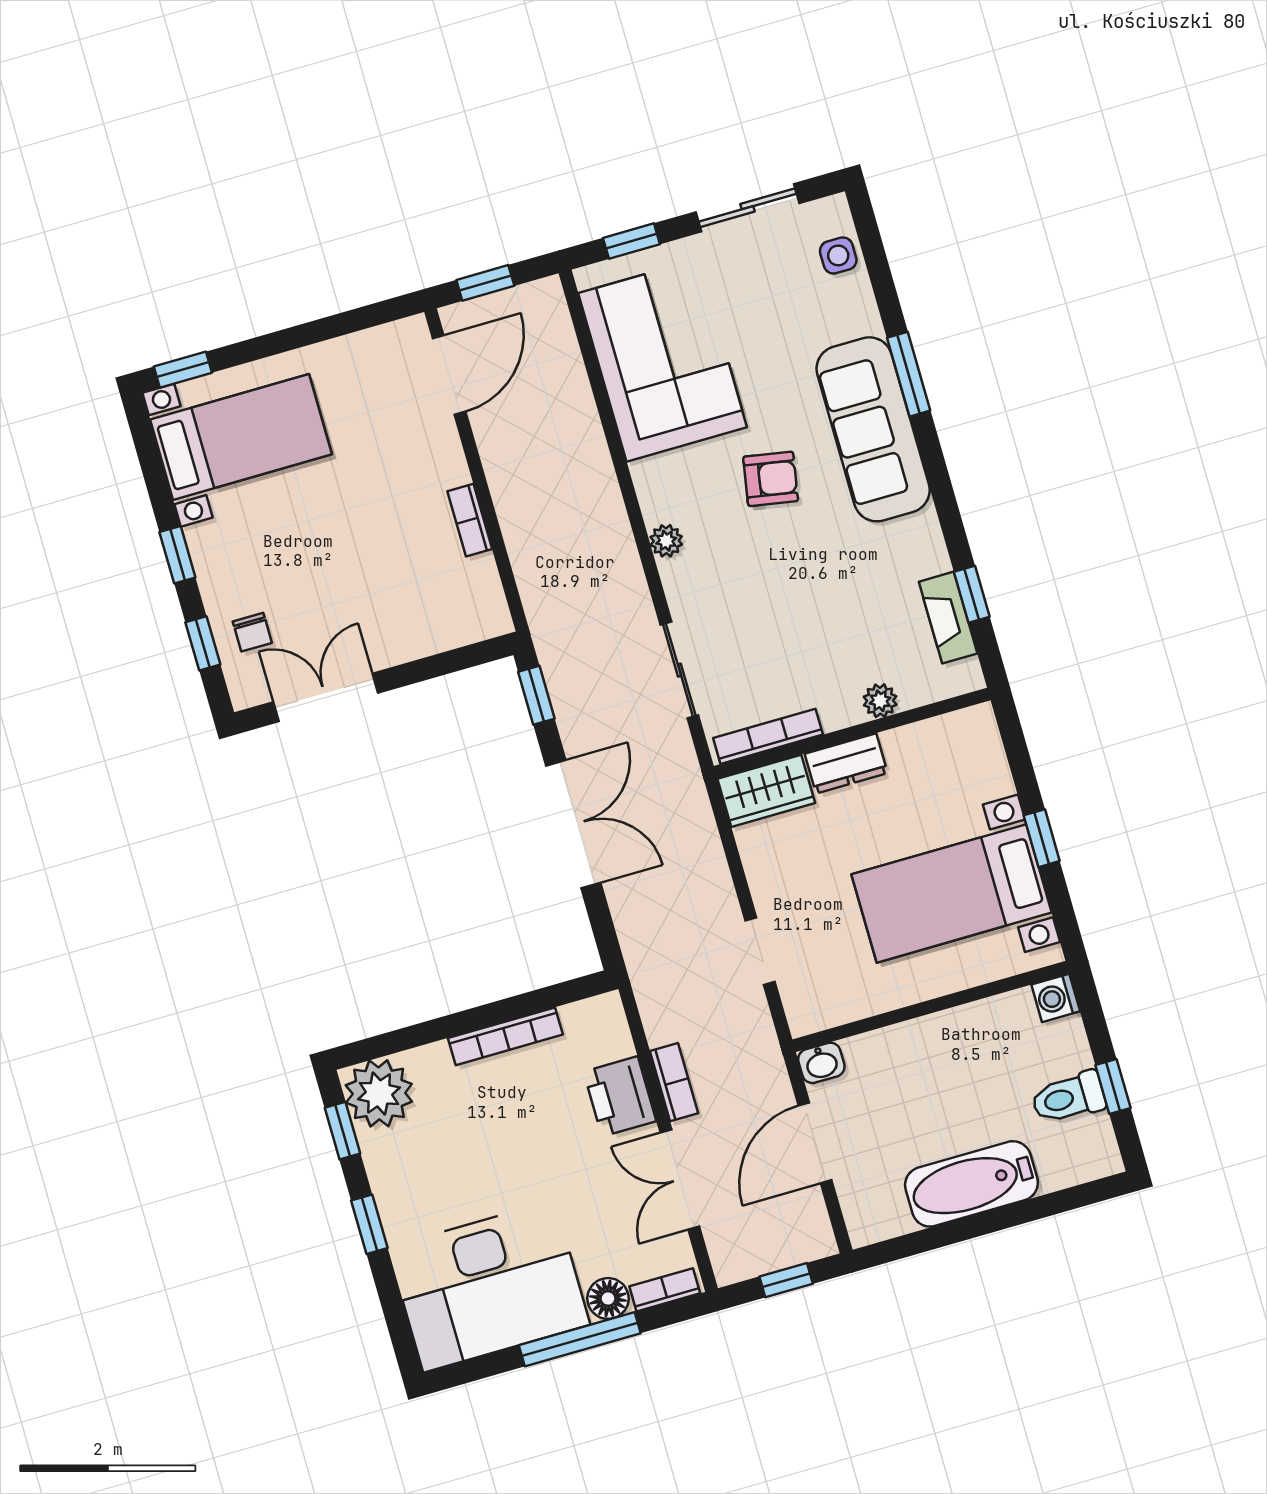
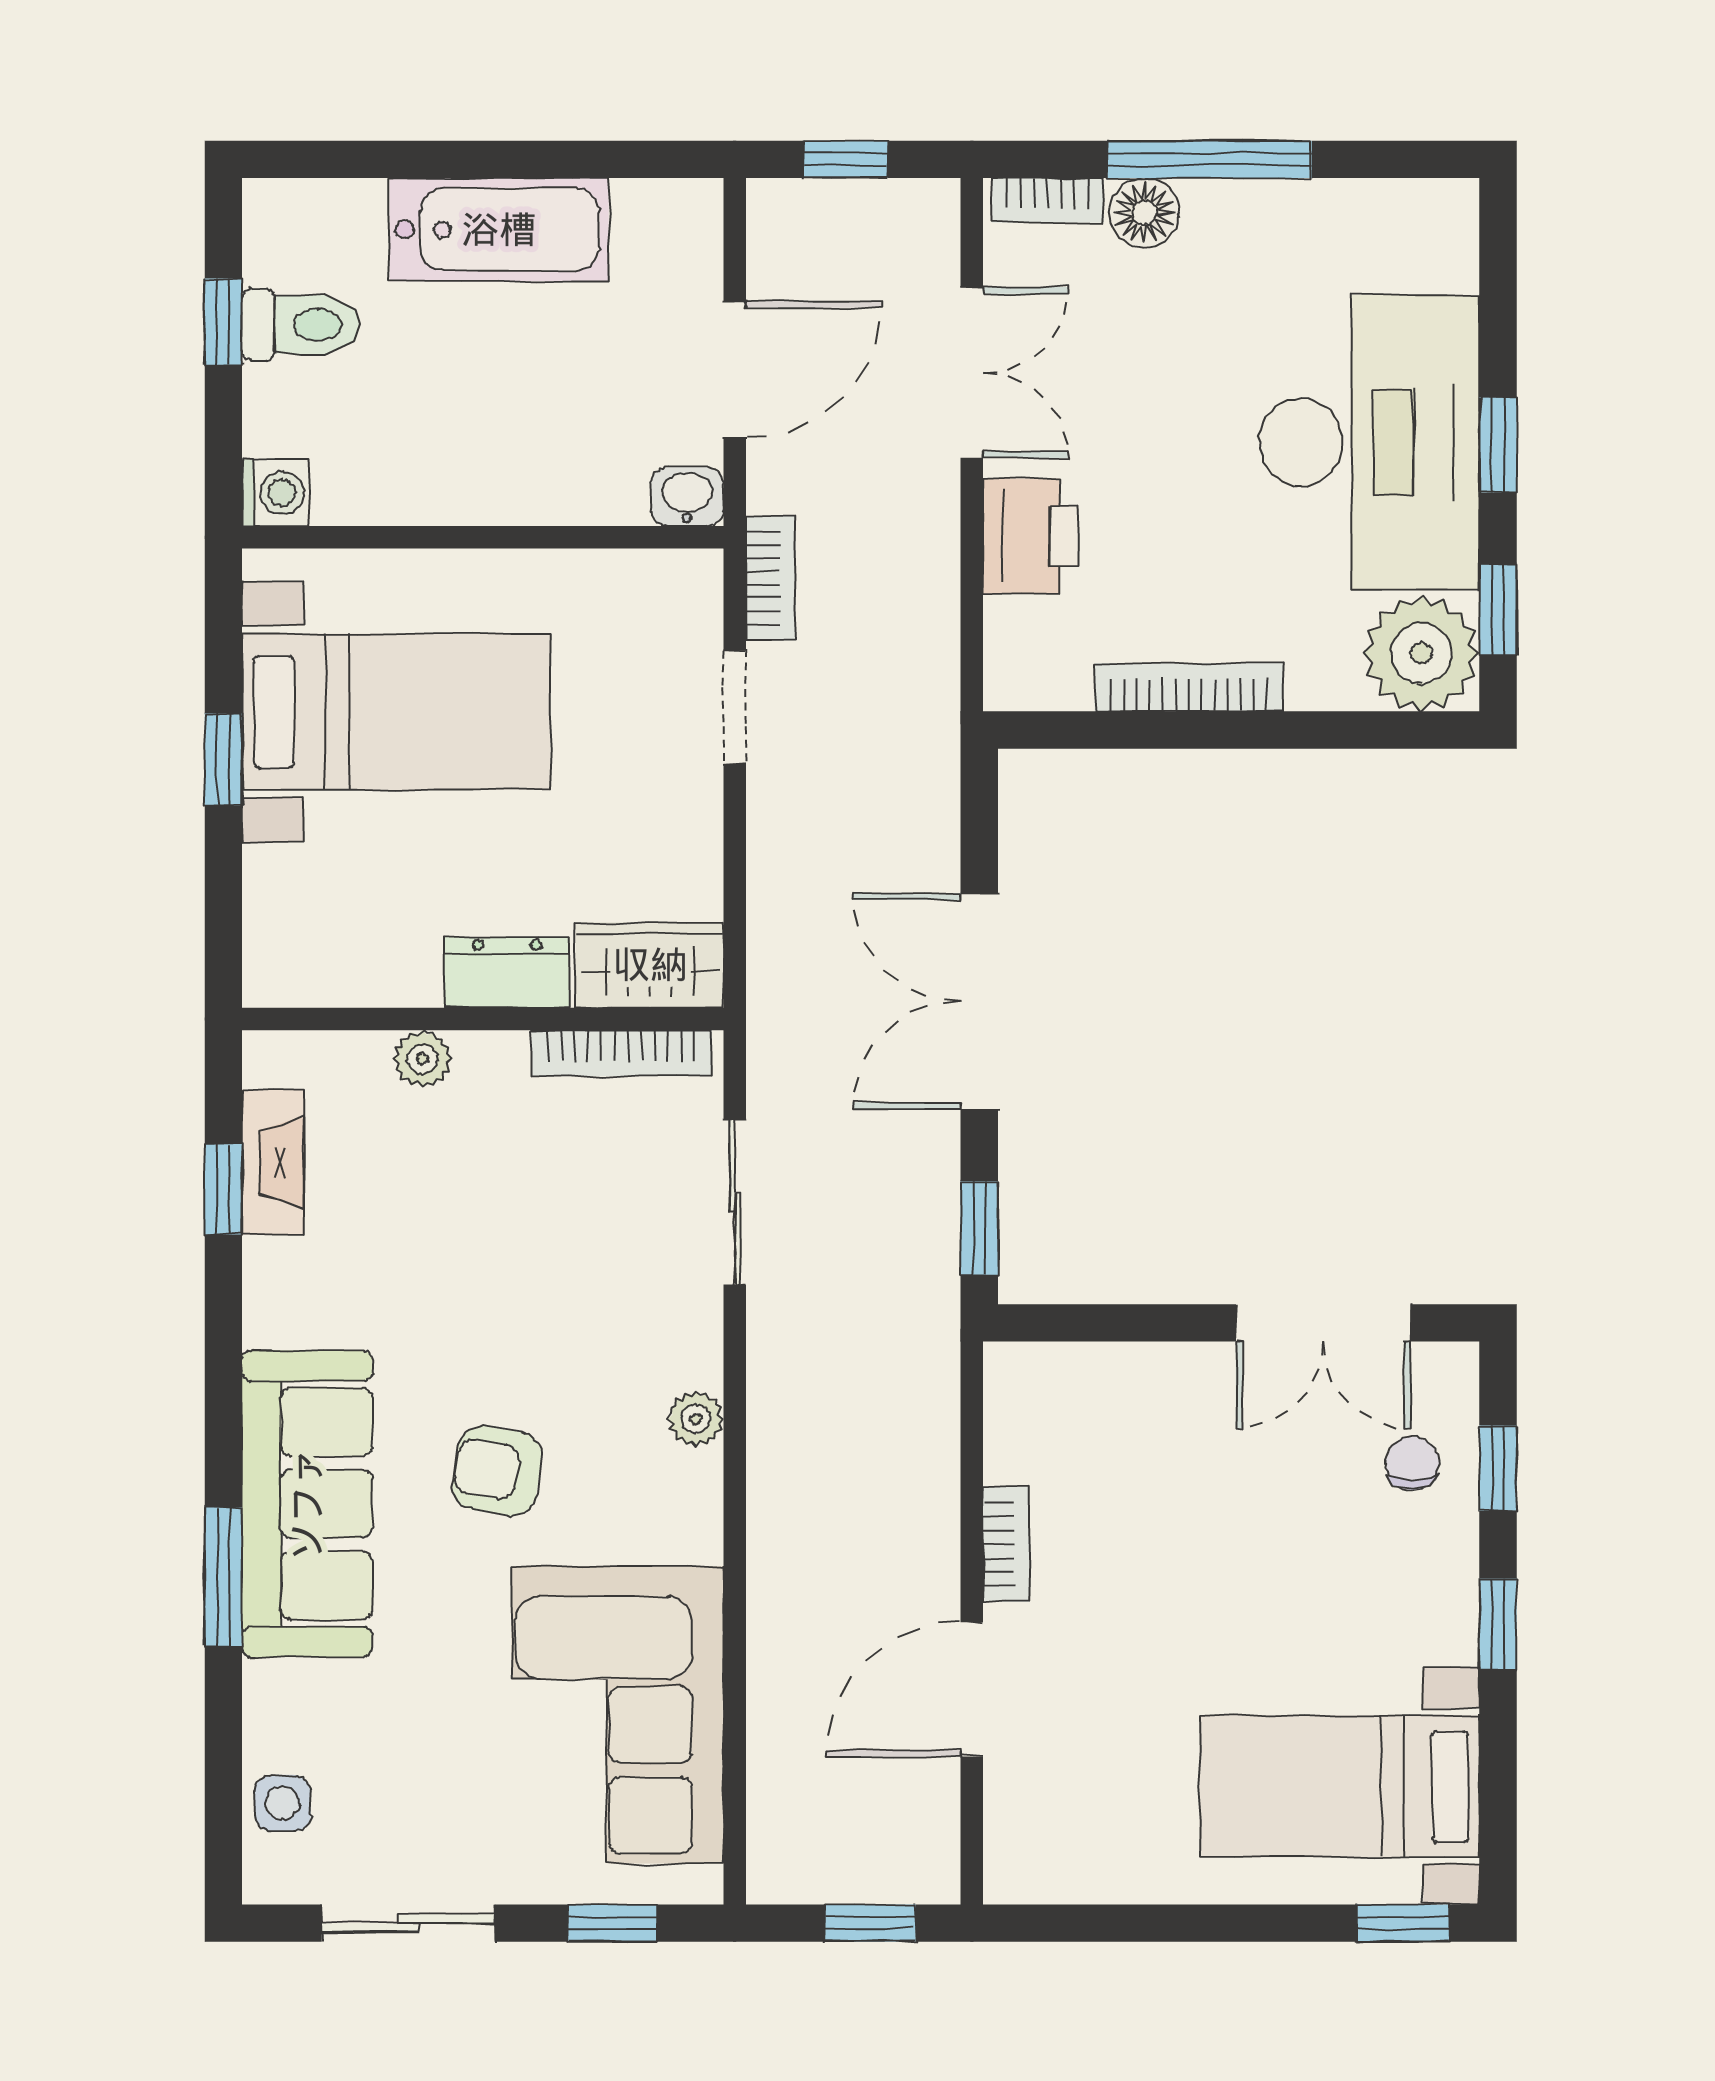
door: (449, 375) -> (972, 1689), moved
bookcase: (674, 1082) -> (771, 578), moved, turned 180
desk: (489, 1286) -> (1369, 442), moved, turned 90

